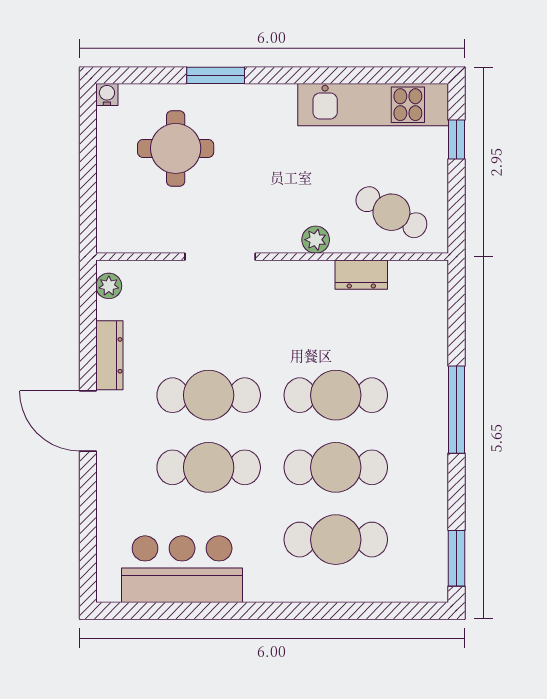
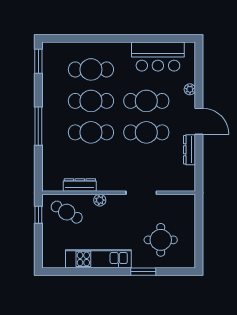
water cooler: (107, 95) -> (191, 263), removed
kitchen unit: (373, 105) -> (98, 259), moved
window: (456, 140) -> (38, 215), moved
dresser: (361, 275) -> (80, 185), width x1.44
plant: (109, 286) -> (190, 89), moved

